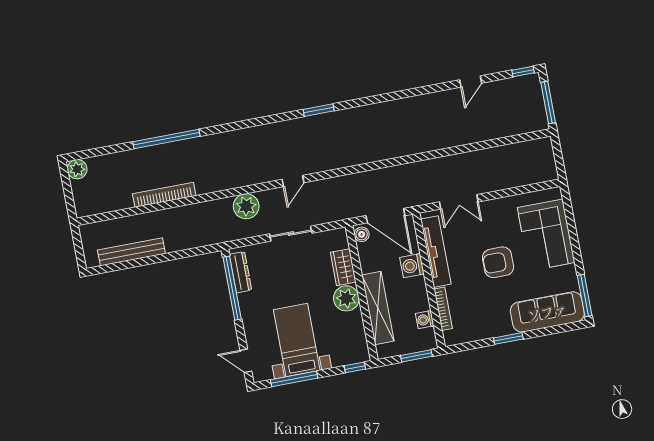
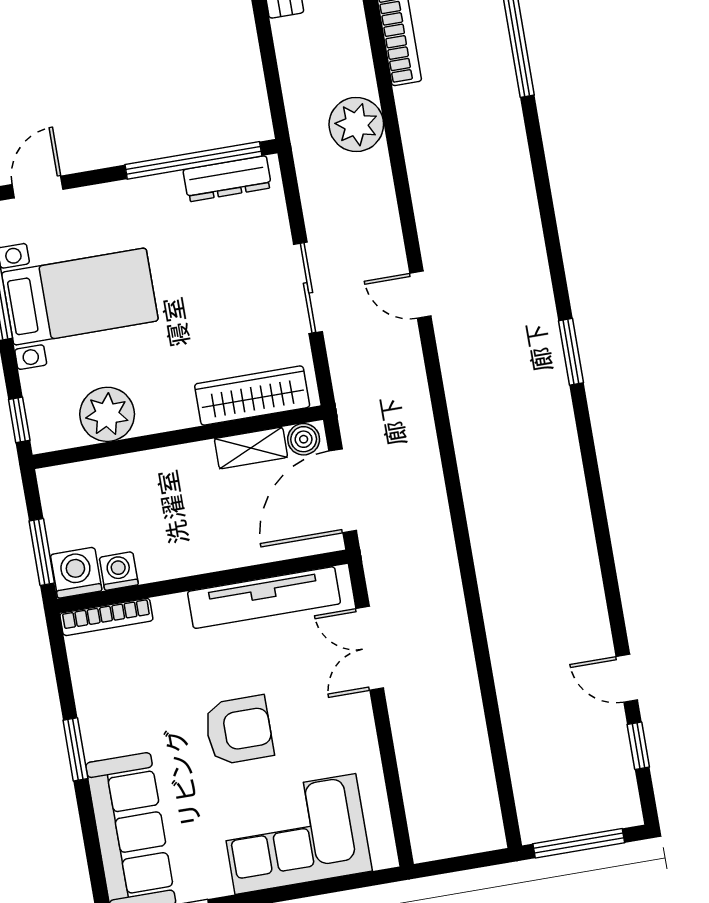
window: (523, 72) -> (638, 746), moved
plant: (246, 206) -> (356, 124), moved
armchair: (498, 262) -> (239, 730), turned 90
washing machine: (412, 266) -> (76, 573), moved
wardrobe: (343, 267) -> (252, 396), width x1.50
plant: (346, 298) -> (107, 414), moved
shelving: (378, 308) -> (251, 448), moved, width x0.45, depth x0.75
bookcase: (443, 309) -> (106, 617), moved

